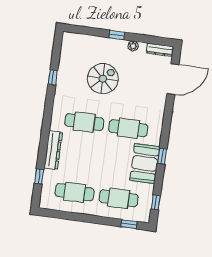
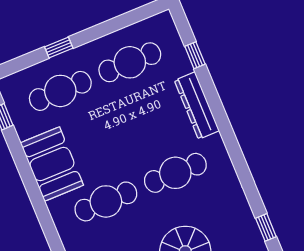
window: (53, 77) -> (266, 227), moved
window: (162, 156) -> (33, 190), removed
window: (129, 224) -> (59, 48), moved

